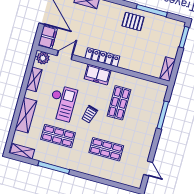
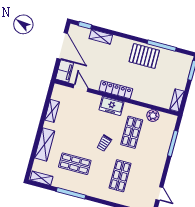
pallet: (133, 21) -> (144, 56), width x1.50, depth x1.42
door: (65, 55) -> (81, 88), hinge flipped
plant: (43, 58) -> (153, 116), moved
checkout: (62, 103) -> (78, 133), removed
shop shelf: (106, 149) -> (120, 176), turned 90

